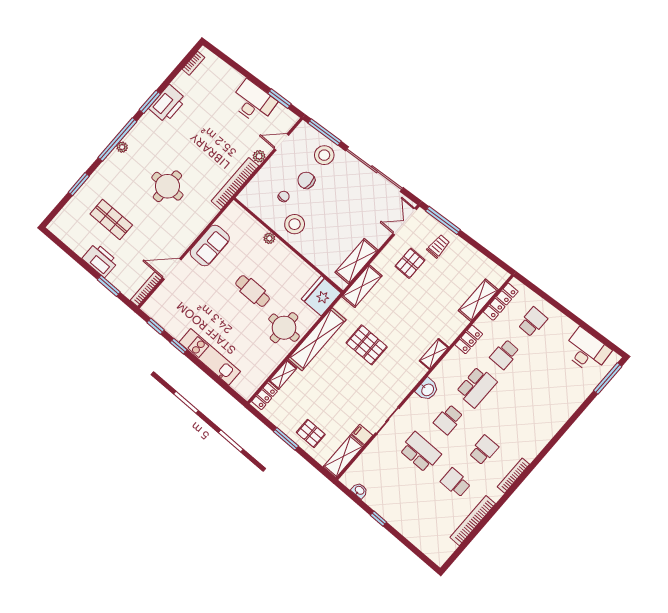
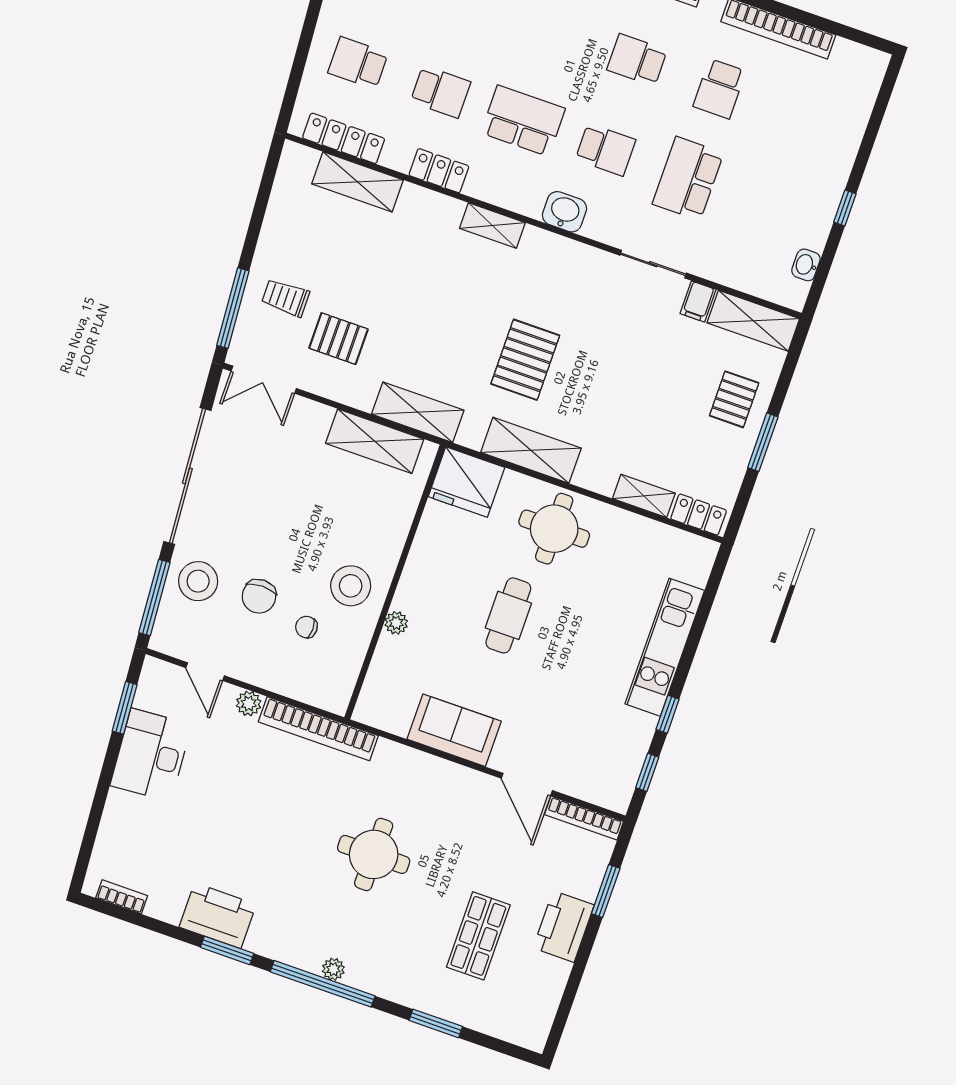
shelving: (317, 339) -> (531, 450), width x0.68

